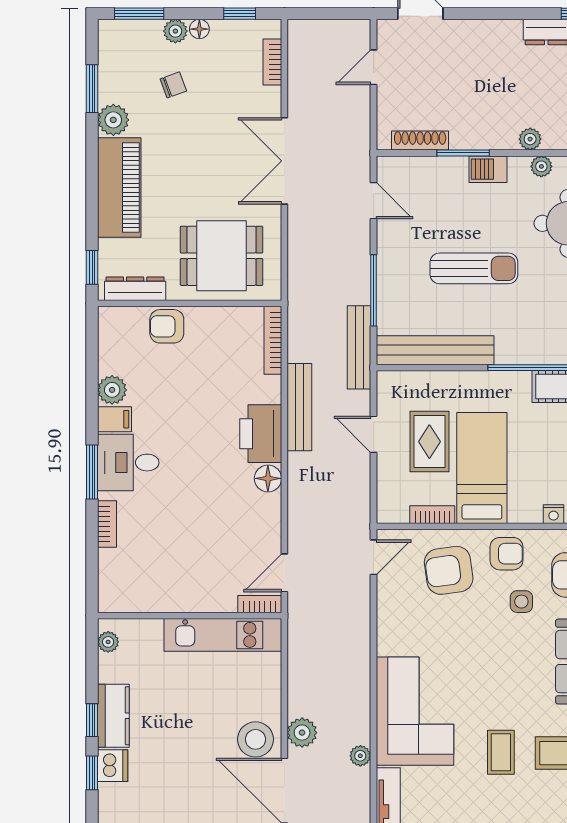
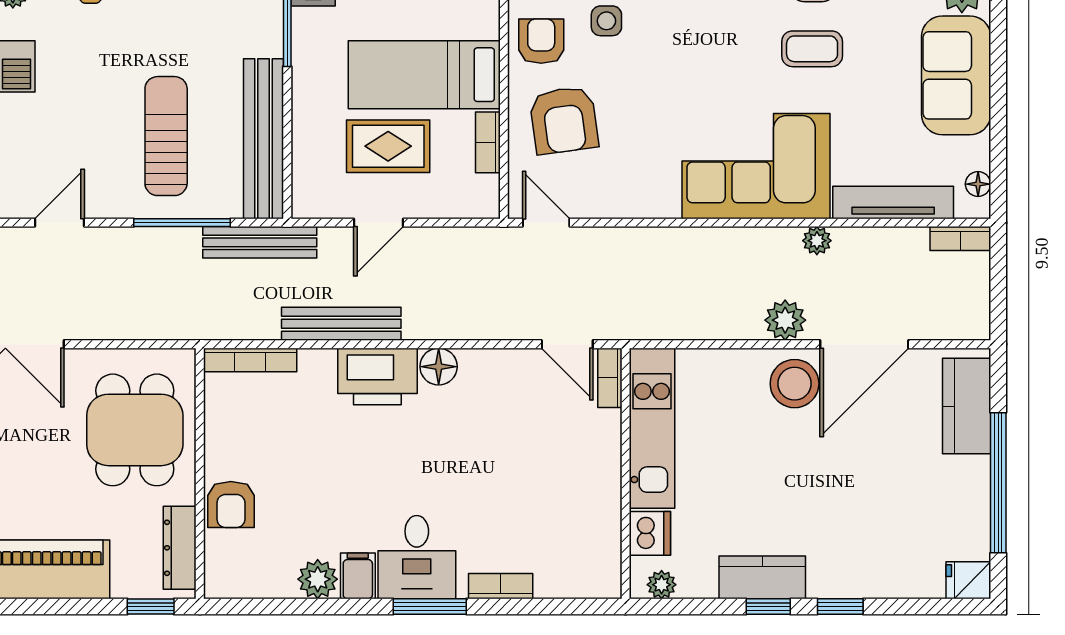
sun lounger: (474, 268) -> (166, 136), moved
dishwasher: (113, 766) -> (650, 533), moved, turned 90

